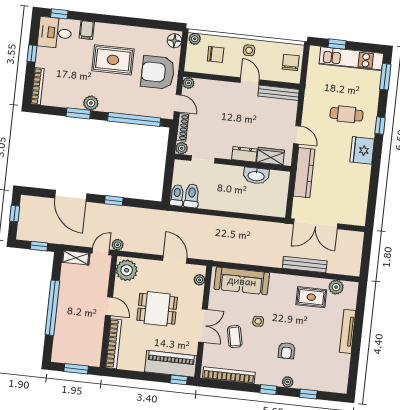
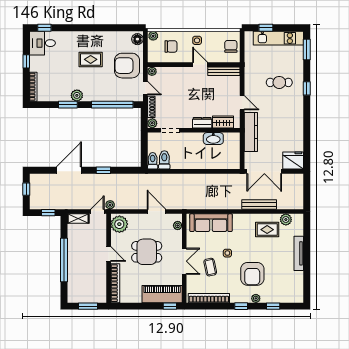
filing cabinet: (87, 30) -> (67, 38), removed
rug: (113, 60) -> (91, 59), width x0.73, depth x0.70
fridge: (362, 150) -> (293, 161), moved, turned 90
door: (71, 196) -> (69, 170), swing flipped
armchair: (287, 351) -> (252, 274), width x1.88, depth x1.88

